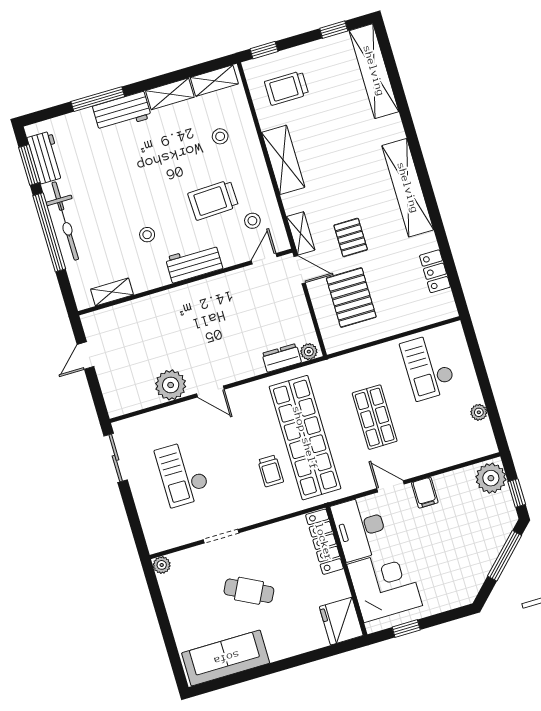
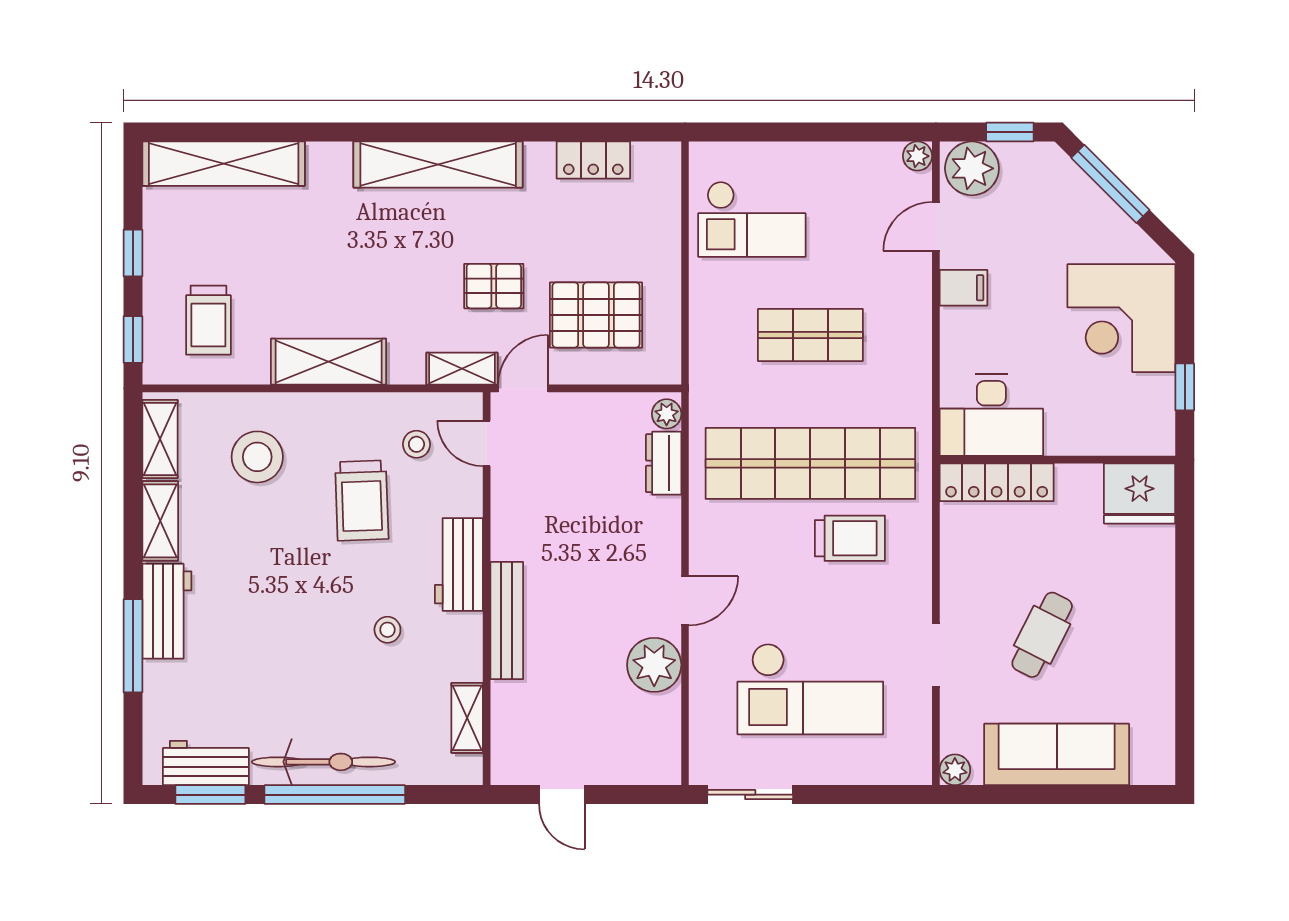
window: (334, 30) -> (133, 253), moved
stool: (220, 136) -> (257, 457), width x1.89, depth x1.89
bench: (171, 298) -> (507, 621), added
plant: (479, 412) -> (917, 156), moved
trolley: (271, 471) -> (850, 538), width x1.36, depth x1.39
checkout: (183, 474) -> (810, 689), width x1.36, depth x1.21
door: (391, 486) -> (936, 226), moved
corner desk: (385, 585) -> (1121, 318), moved, turned -90
sofa: (226, 658) -> (1057, 754), moved, turned 90

